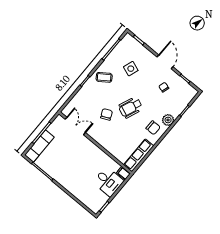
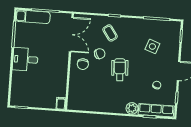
coffee table: (104, 77) -> (110, 33), moved
wheelchair: (130, 108) -> (120, 70), turned 64
double door: (75, 126) -> (71, 35), width x1.37
chair: (153, 128) -> (83, 64), moved
row of seats: (139, 155) -> (156, 110), moved
desk: (108, 182) -> (25, 59), moved, turned 90

